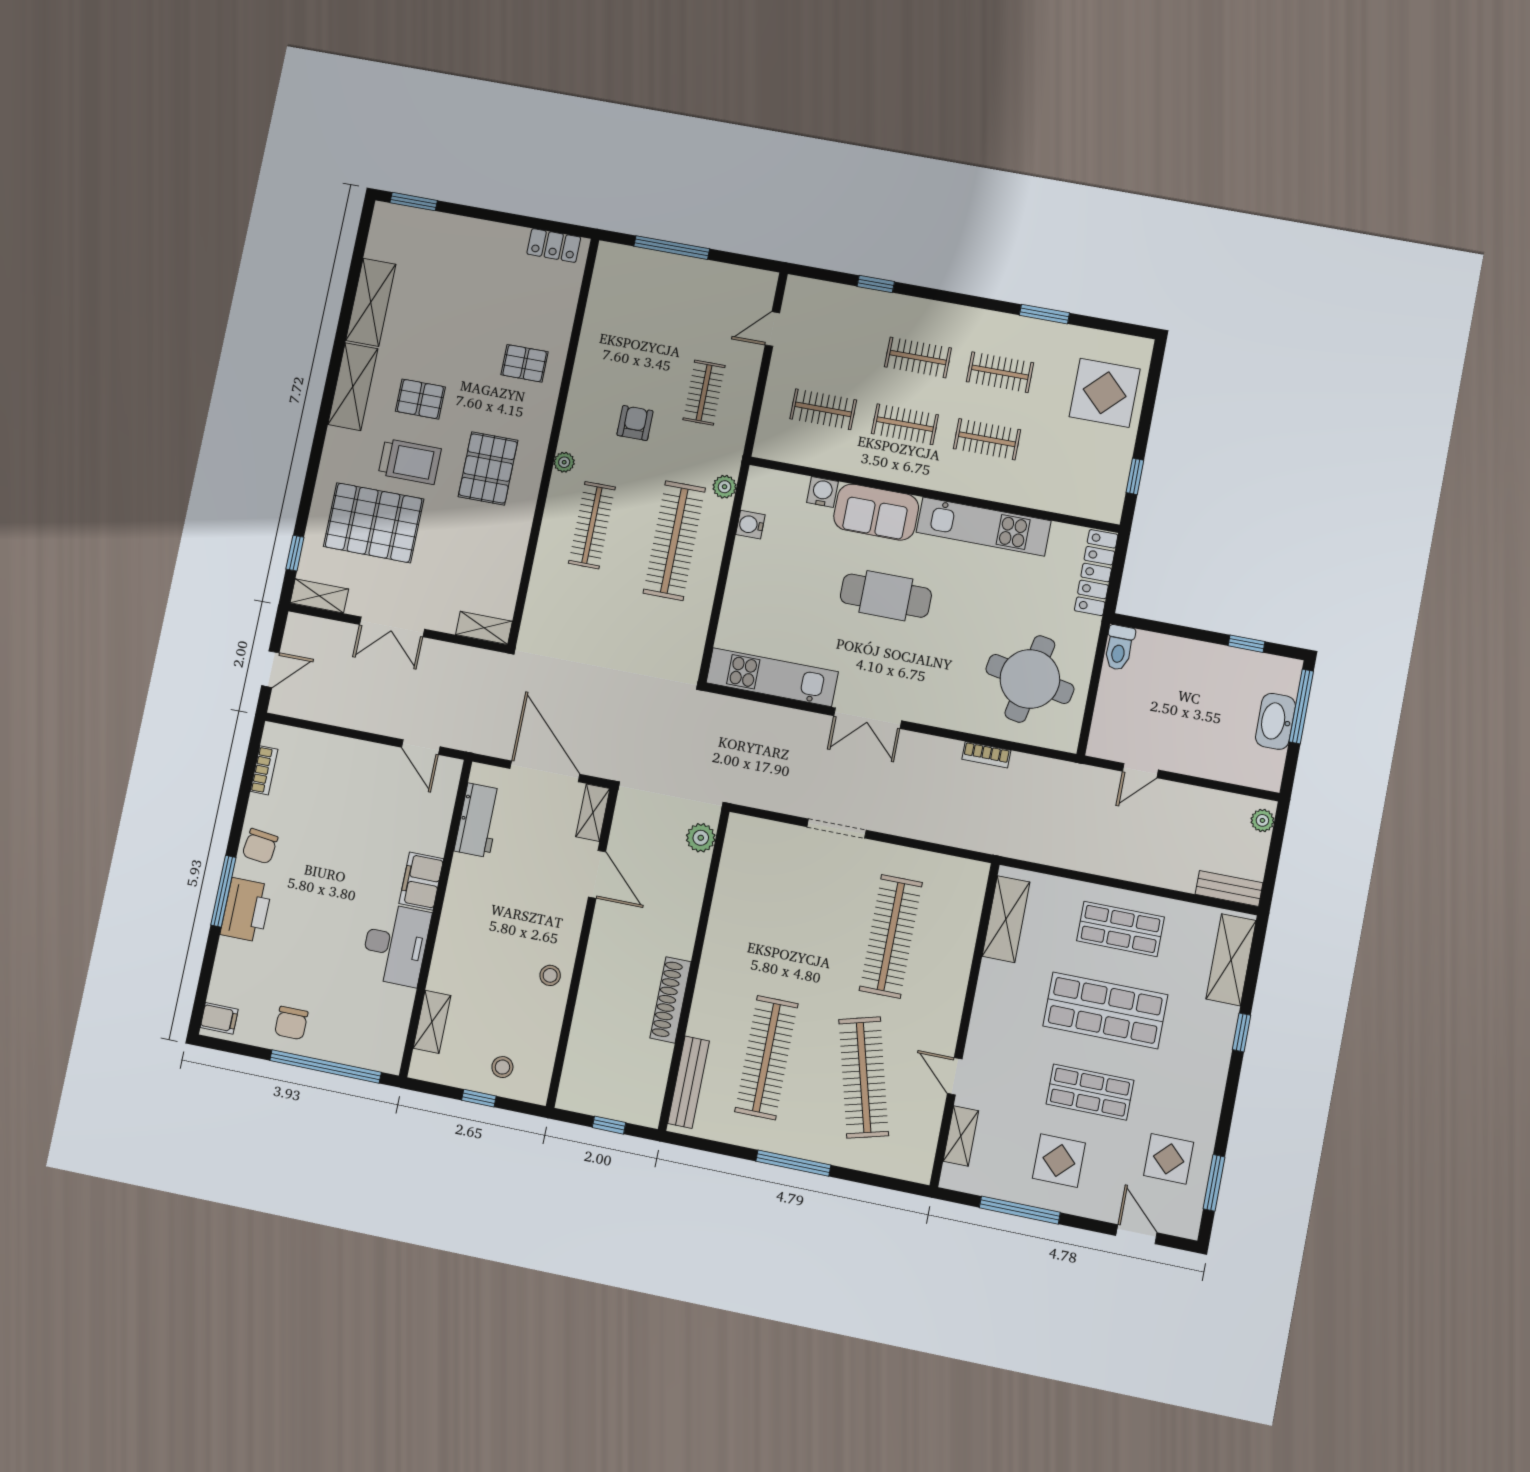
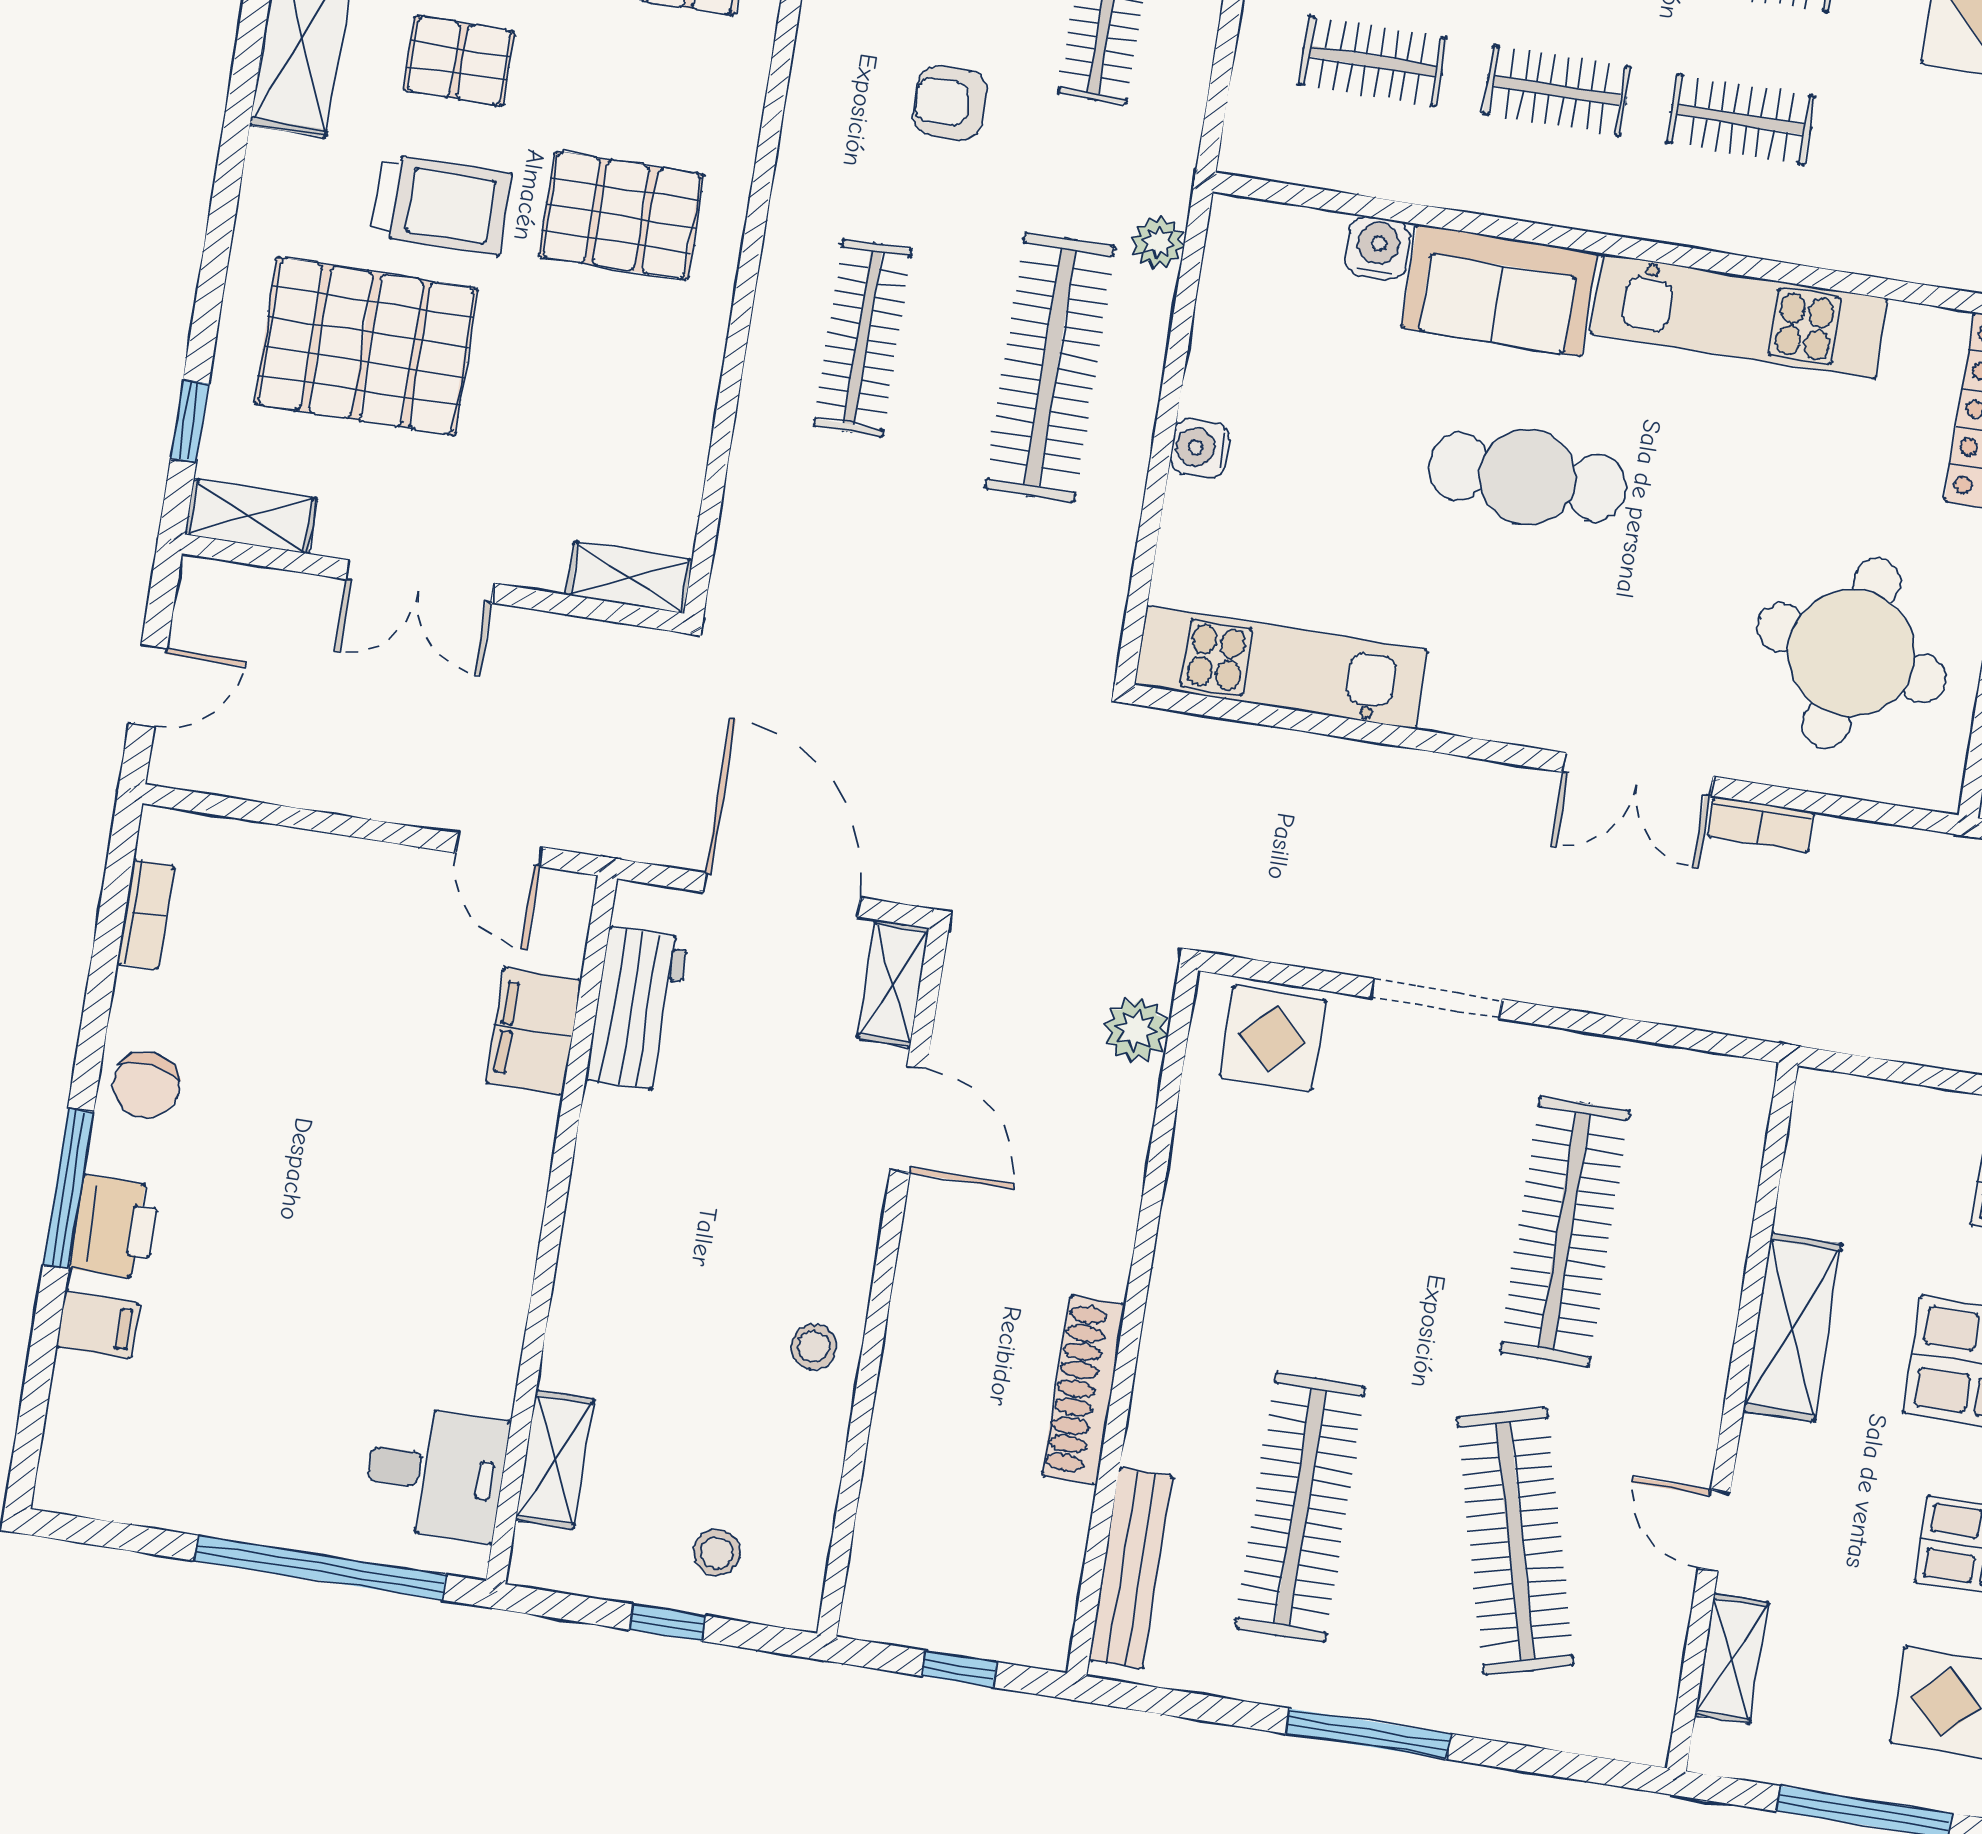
armchair: (635, 423) -> (950, 103), turned -90
plant: (564, 462) -> (794, 197), removed
pallet: (488, 468) -> (621, 216), turned 90
water cooler: (750, 525) -> (1200, 448), moved
double door: (868, 718) -> (1638, 774), moved
display table: (762, 844) -> (1273, 1038), added
filing cabinet: (421, 881) -> (534, 1032), moved
printer: (246, 910) -> (115, 1227), width x0.73, depth x0.84
shelving: (1006, 919) -> (1793, 1327), moved
desk: (396, 945) -> (436, 1473), moved, width x0.73
filing cabinet: (219, 1018) -> (98, 1325), moved
chair: (291, 1023) -> (238, 1475), removed

